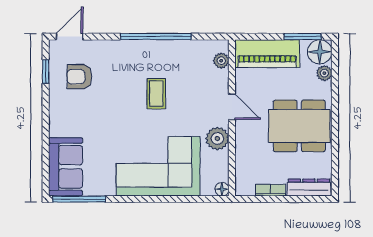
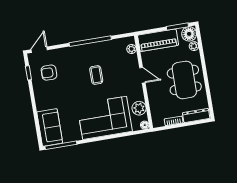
dining table: (299, 126) -> (184, 80), turned 90
plant: (217, 139) -> (139, 108), moved

